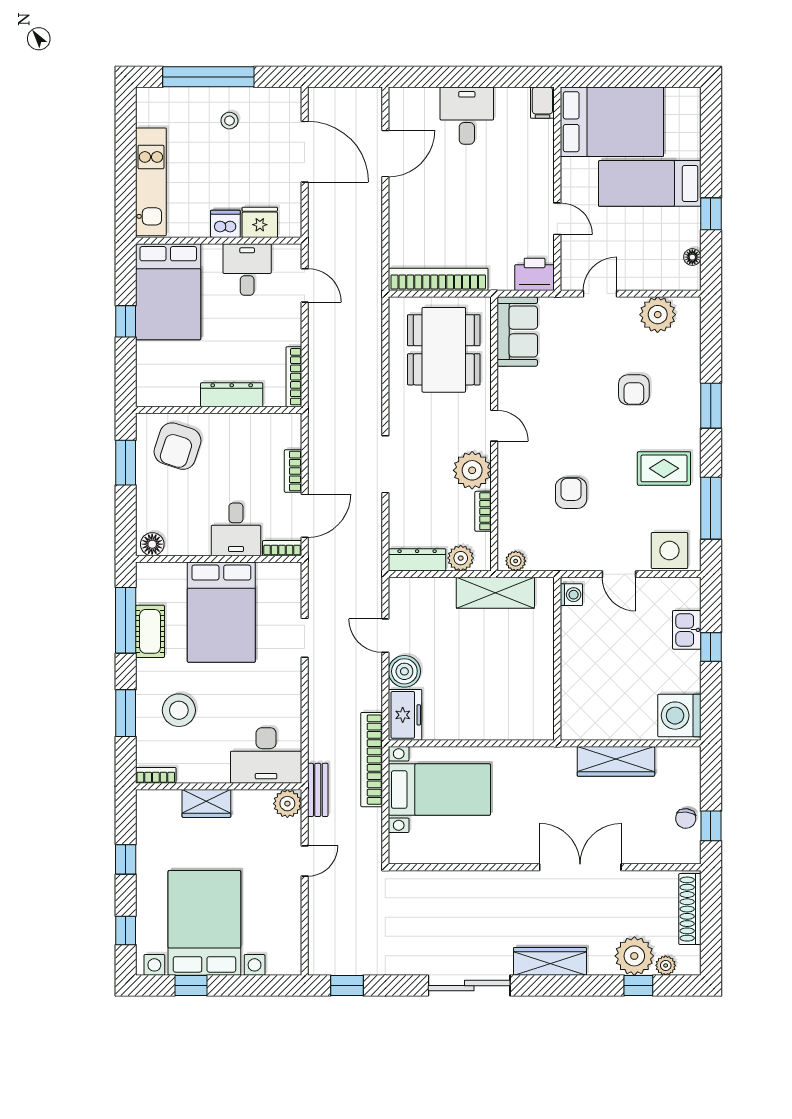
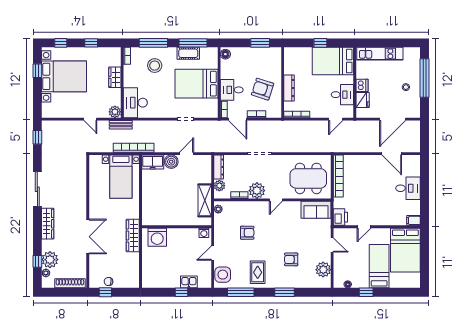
armchair: (177, 446) -> (263, 89), moved
window: (126, 713) -> (153, 43), width x1.44
washing machine: (679, 716) -> (157, 237), moved, turned 180
wardrobe: (616, 761) -> (133, 235), moved

